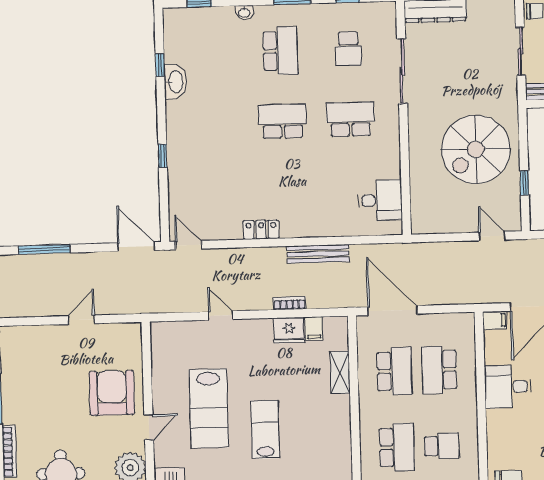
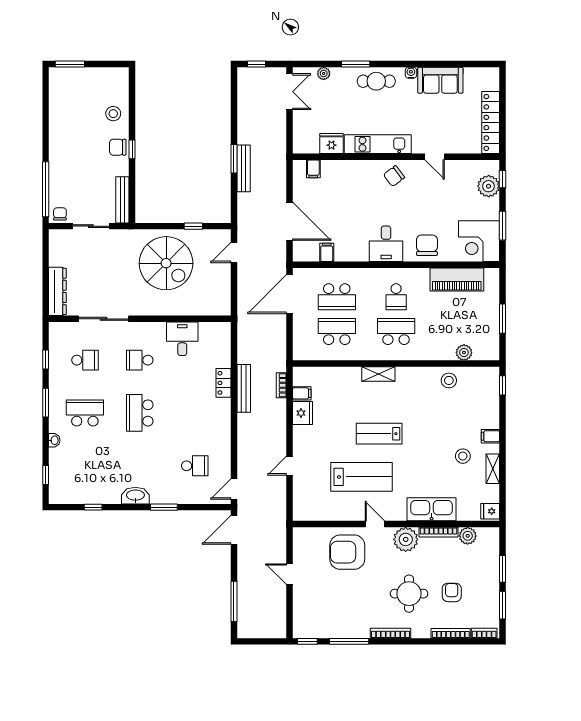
washbasin: (175, 82) -> (135, 496), moved
school desk: (350, 119) -> (140, 360), width x0.54
window: (163, 156) -> (164, 507), width x1.50
school desk: (217, 194) -> (195, 466), added
desk: (380, 200) -> (182, 339), moved
locker: (261, 230) -> (224, 383), moved
bookcase: (289, 303) -> (281, 385), moved
door: (393, 310) -> (290, 294), moved
filing cabinet: (495, 320) -> (327, 252), moved
shelving: (340, 372) -> (378, 374), moved
desk: (508, 387) -> (386, 244), moved
school desk: (442, 446) -> (396, 297), turned 180

